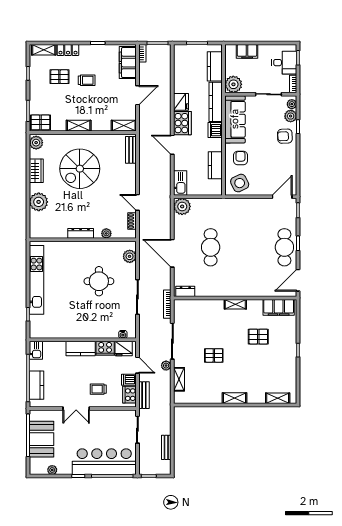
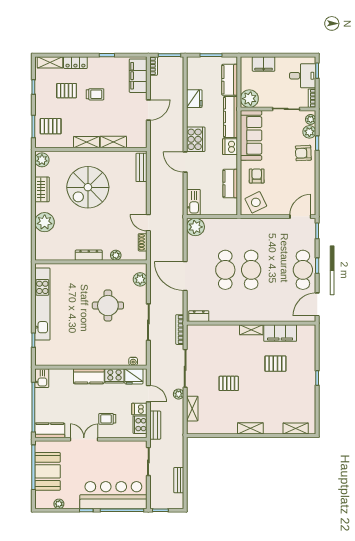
fridge: (181, 102) -> (194, 99), moved
pallet: (40, 122) -> (51, 126), moved
shelving: (124, 126) -> (113, 142), moved
cafe table: (235, 247) -> (251, 270), added
filing cabinet: (279, 307) -> (280, 333), moved
kitchen counter: (36, 385) -> (50, 430), moved, turned -90
double door: (76, 409) -> (84, 439), swing flipped

